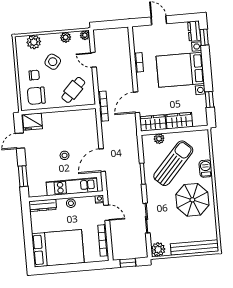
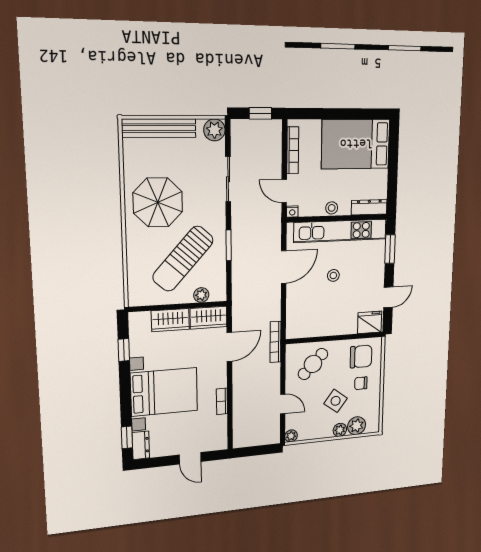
plant: (66, 37) -> (340, 430), moved
barbecue: (206, 169) -> (135, 249), removed
kitchen unit: (72, 187) -> (340, 231), width x1.36

